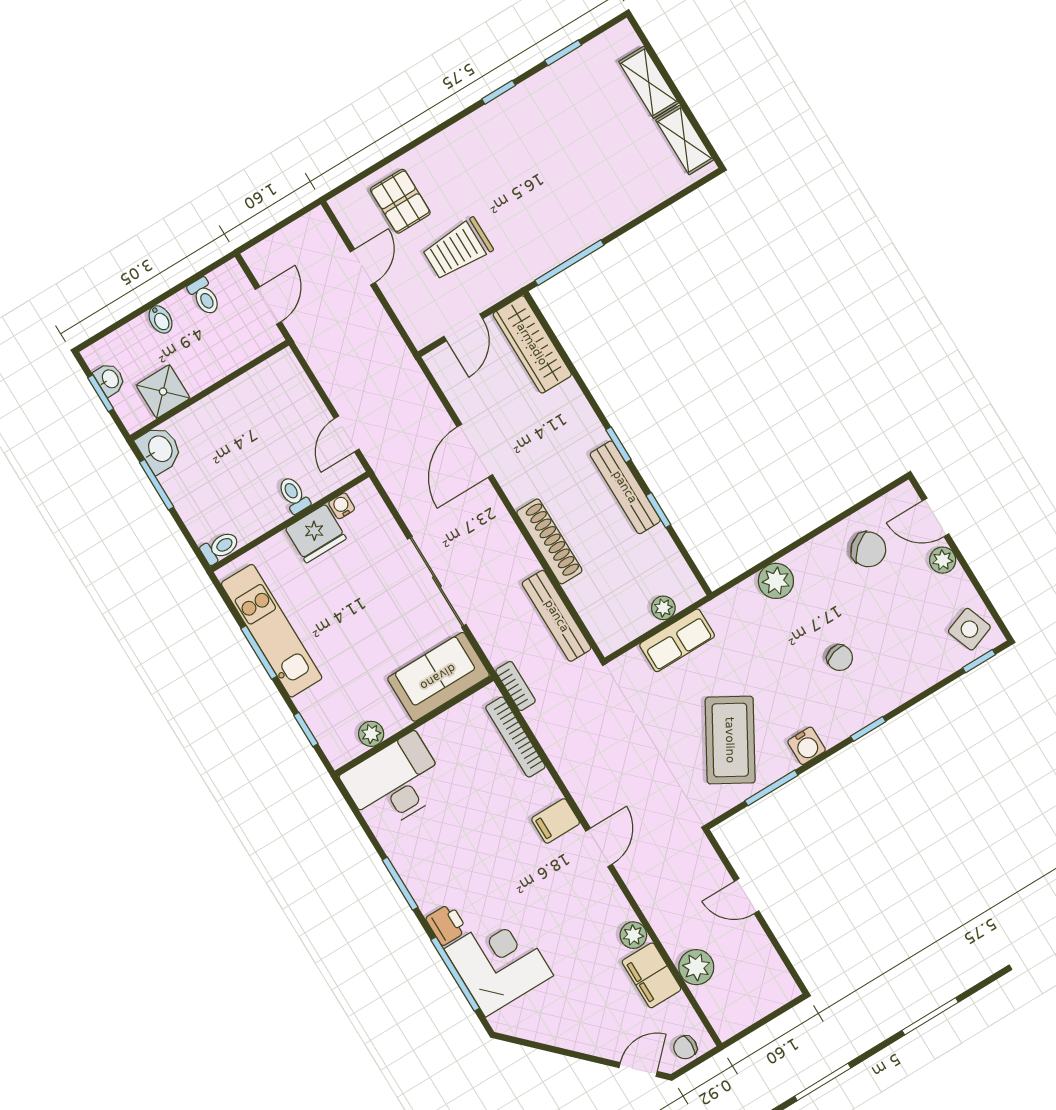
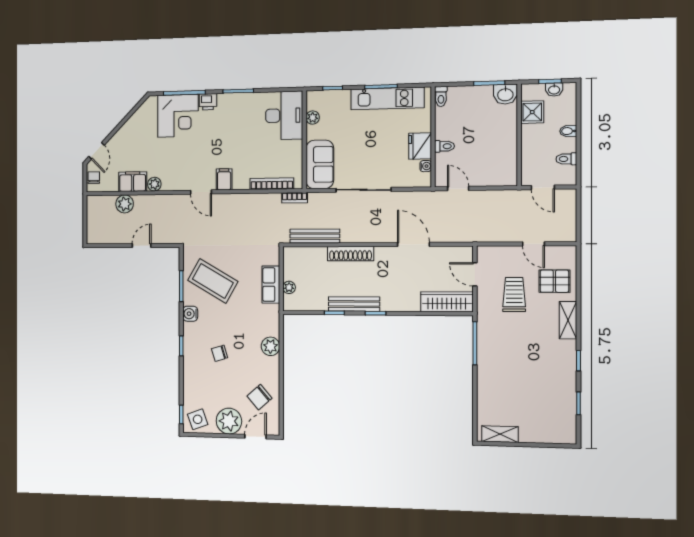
shelving: (649, 82) -> (568, 320), moved, turned 90
plant: (943, 560) -> (229, 421), width x1.87, depth x1.87

